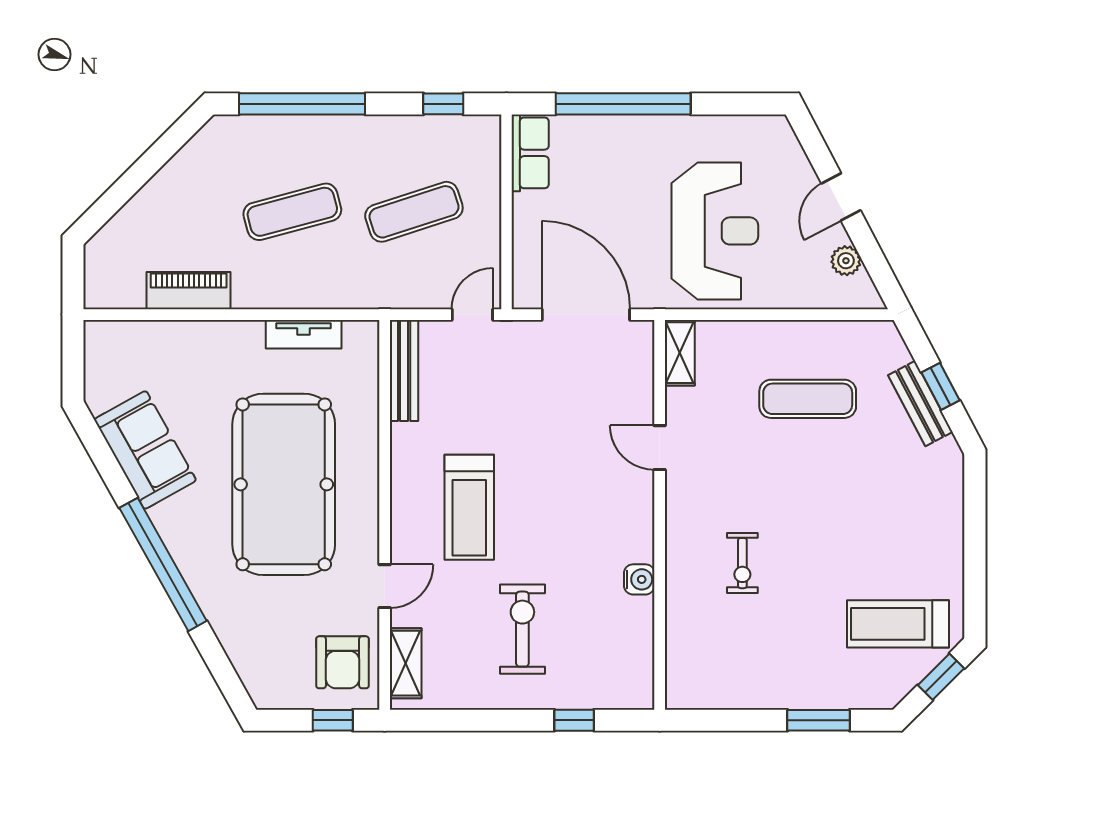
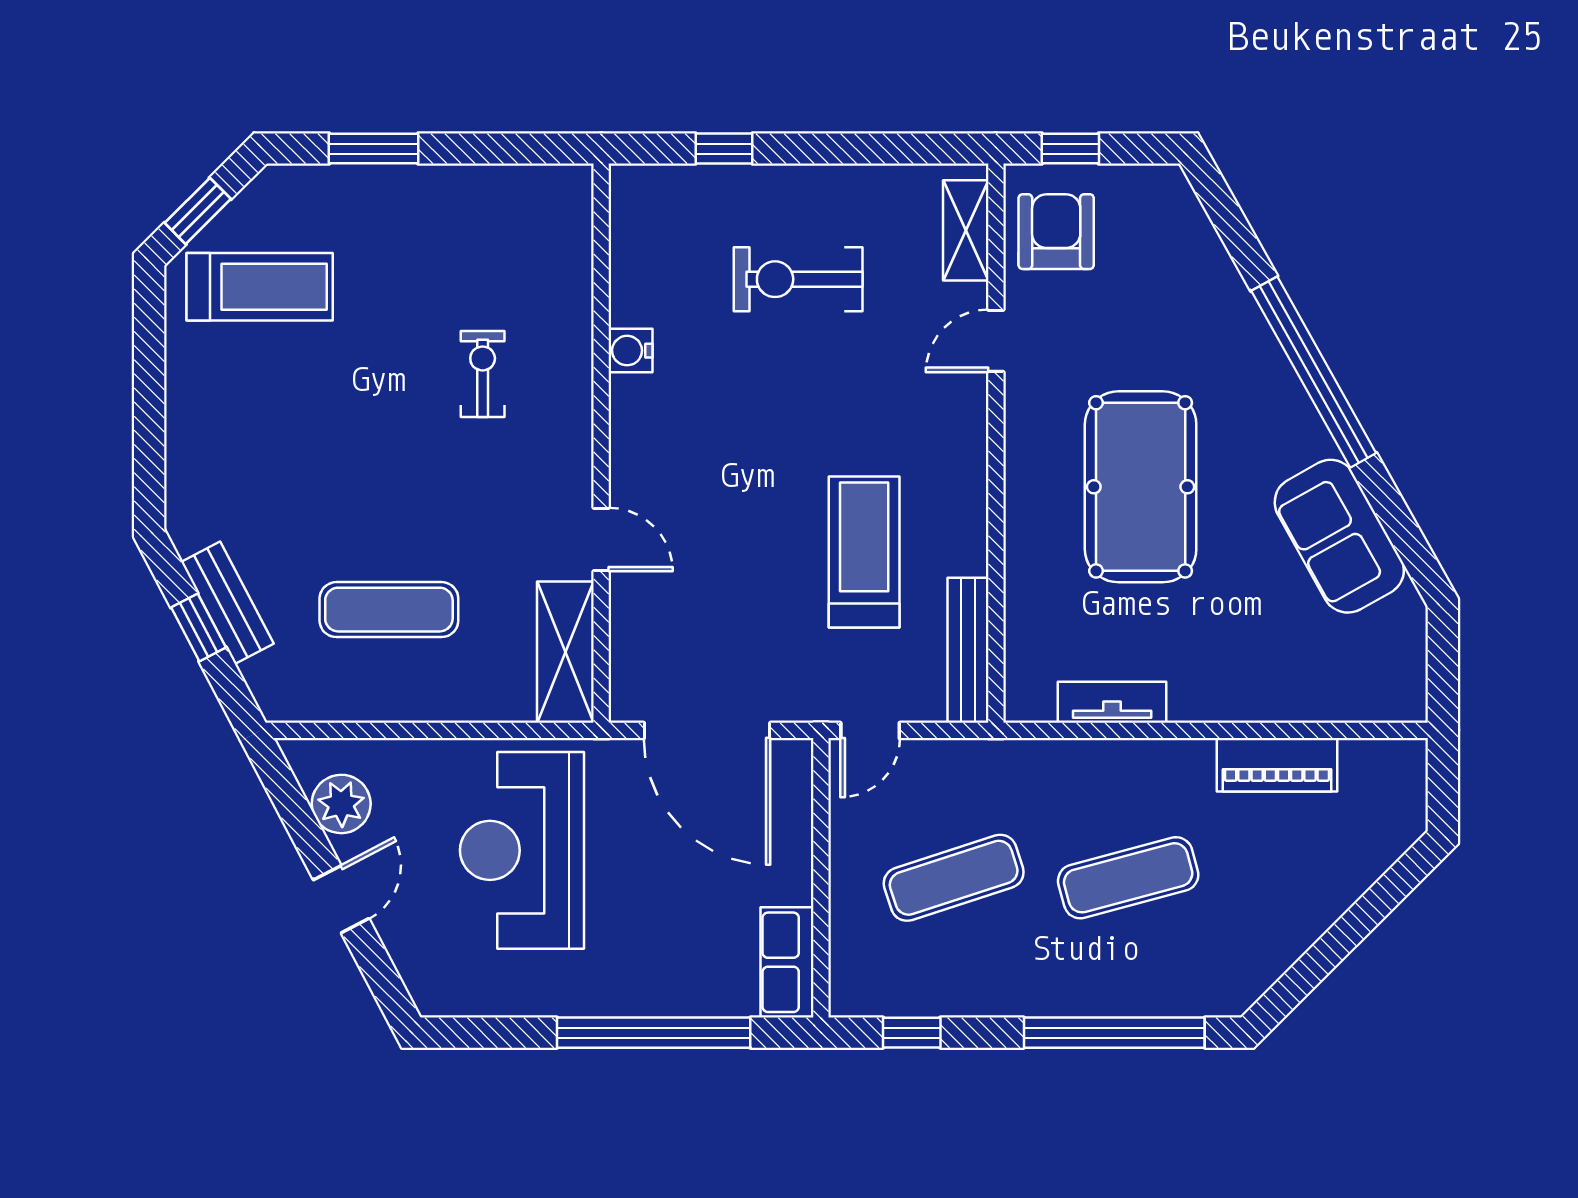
plant: (846, 261) -> (341, 804), width x1.38, depth x1.38
shelving: (680, 353) -> (565, 652), width x1.50, depth x1.33
pool table: (284, 484) -> (1141, 487), width x0.73, depth x0.76
treadmill: (469, 507) -> (864, 552), moved
exercise bike: (522, 629) -> (798, 279), turned 90

